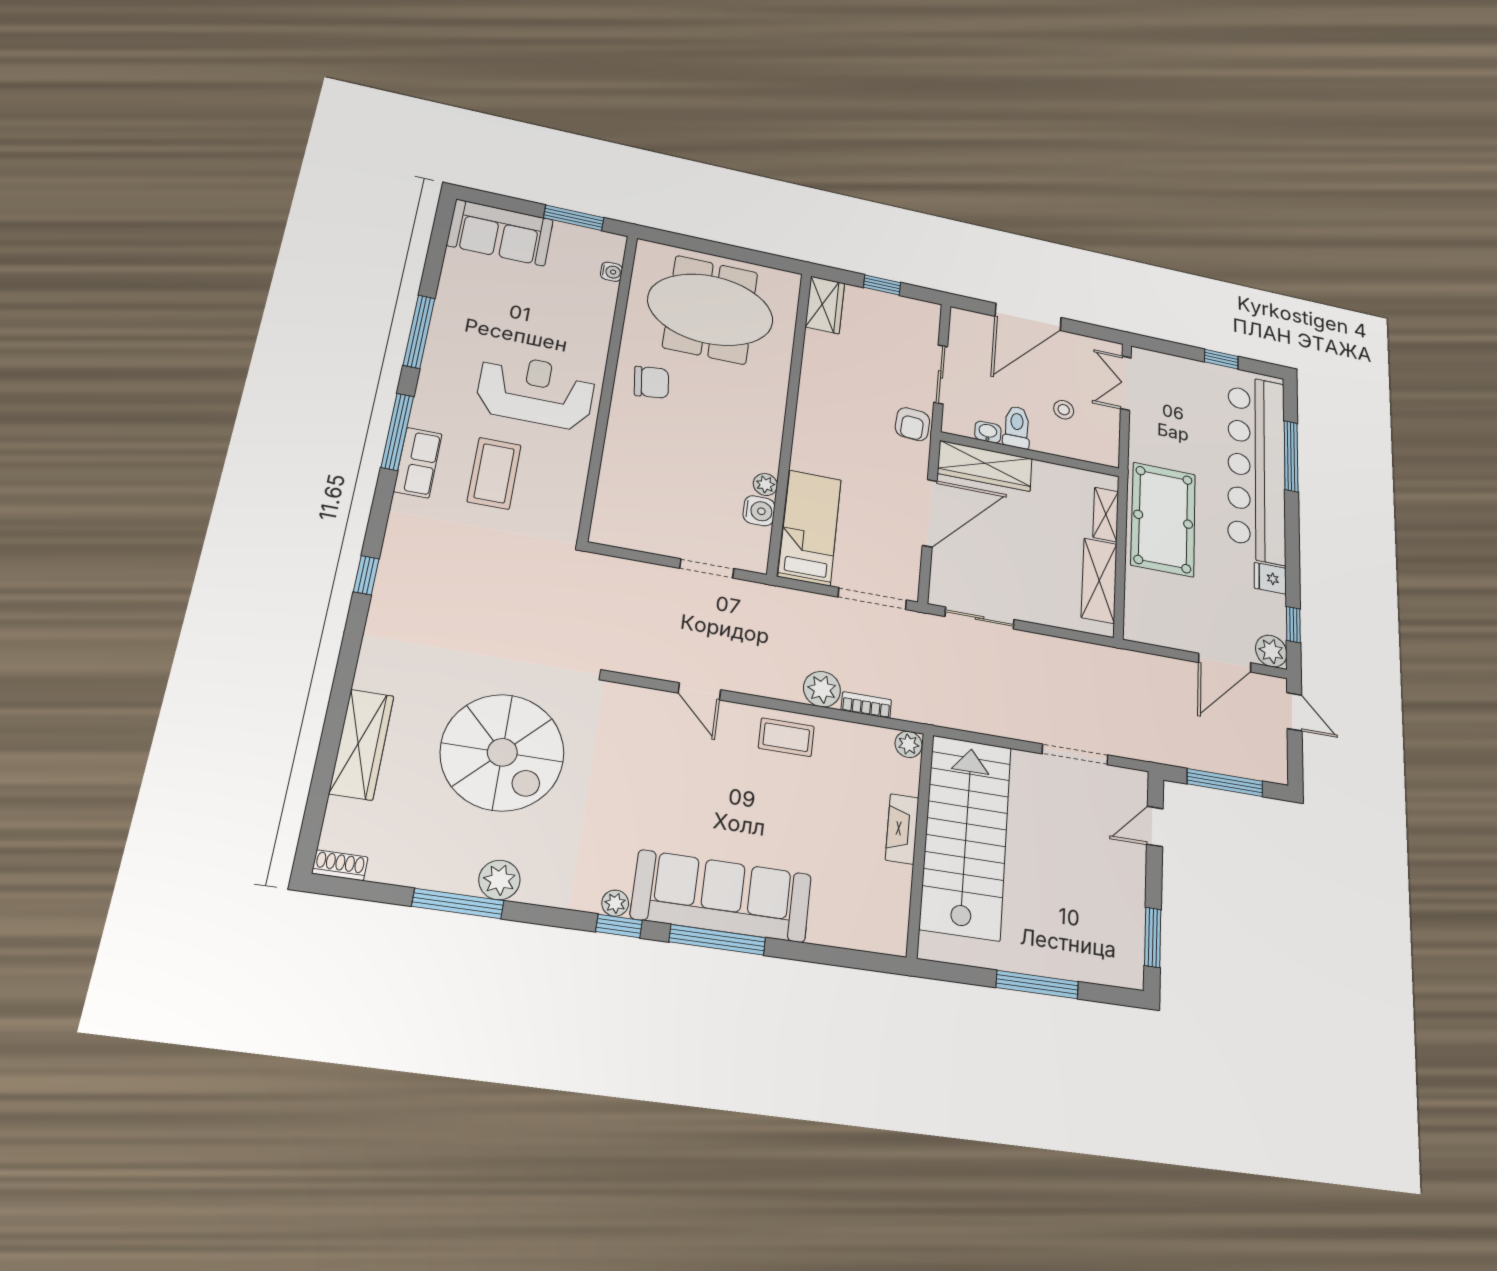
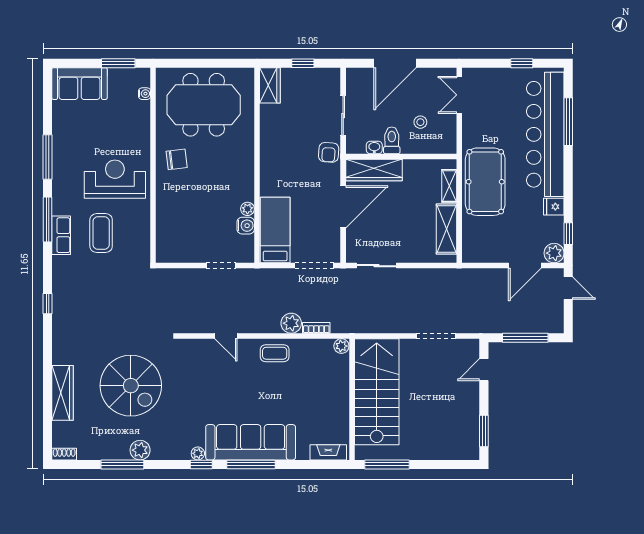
fireplace: (902, 829) -> (328, 452), moved, turned 90
window: (1037, 985) -> (387, 464), moved

